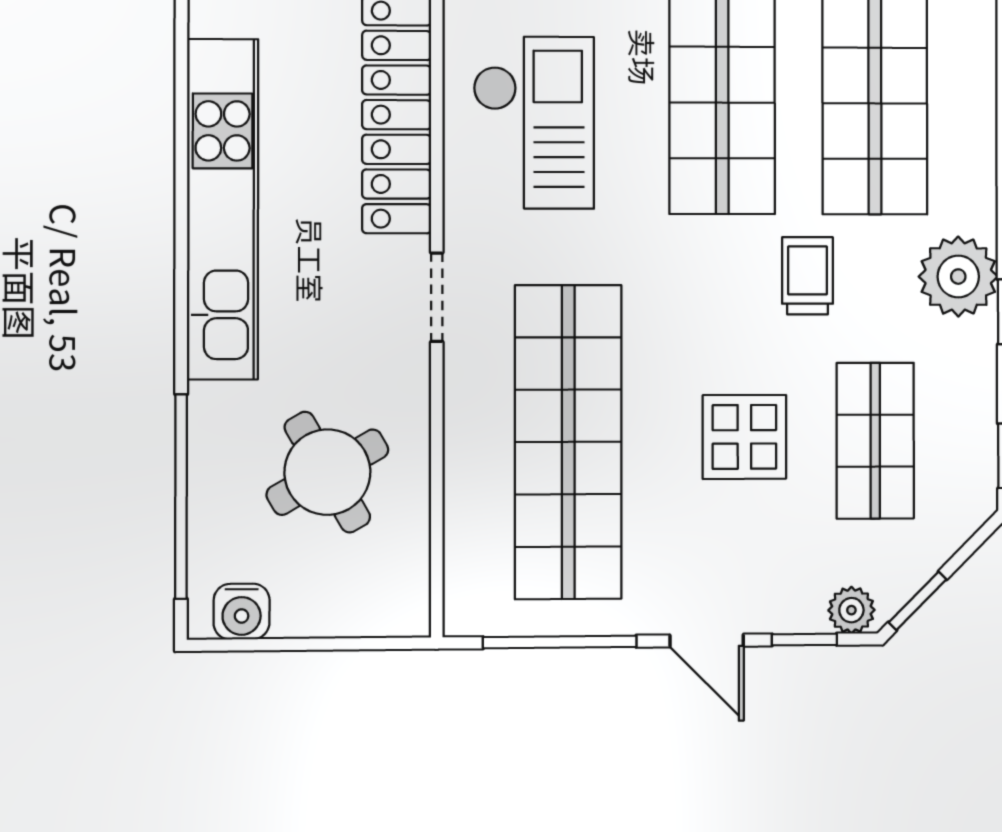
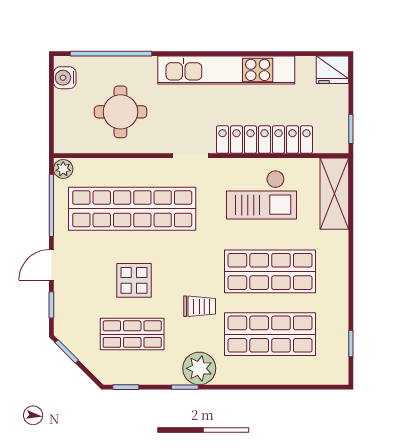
round table: (327, 472) -> (120, 112), turned 30
plant: (851, 610) -> (63, 169), moved

